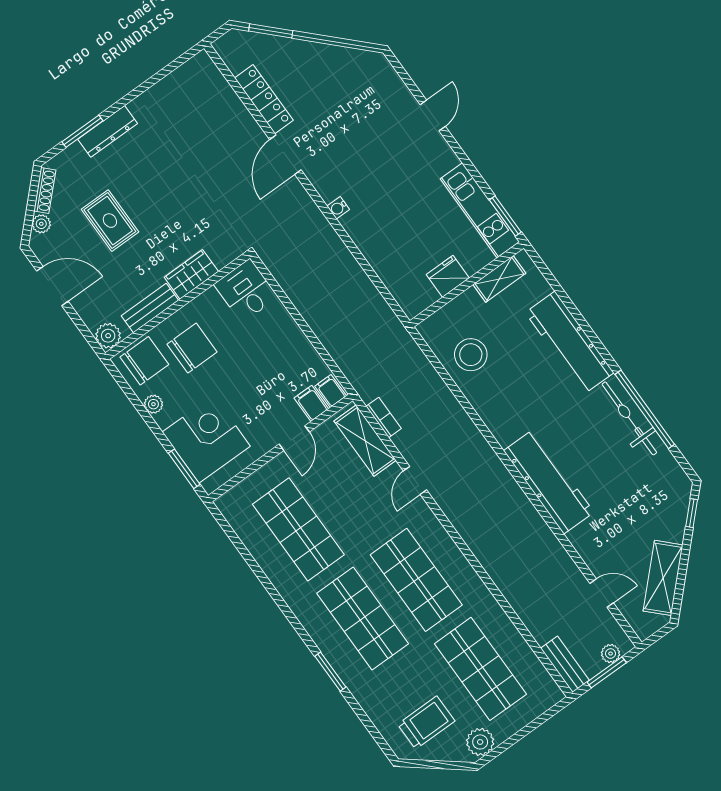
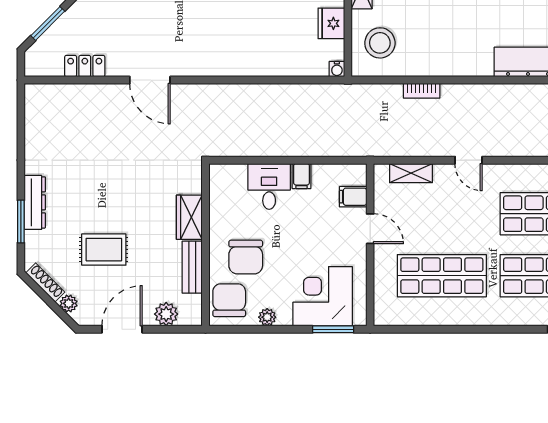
locker: (264, 99) -> (85, 66), width x0.66
water cooler: (338, 208) -> (337, 69), moved
desk: (246, 291) -> (269, 186), moved, turned 90
plant: (108, 336) -> (166, 314), moved
chair: (192, 348) -> (246, 257), turned 180
stool: (471, 355) -> (380, 43), moved
filing cabinet: (331, 391) -> (301, 176), moved, turned -90
bookcase: (384, 417) -> (422, 91), moved, turned 180
shelving: (365, 441) -> (411, 173), width x0.67, depth x0.75

